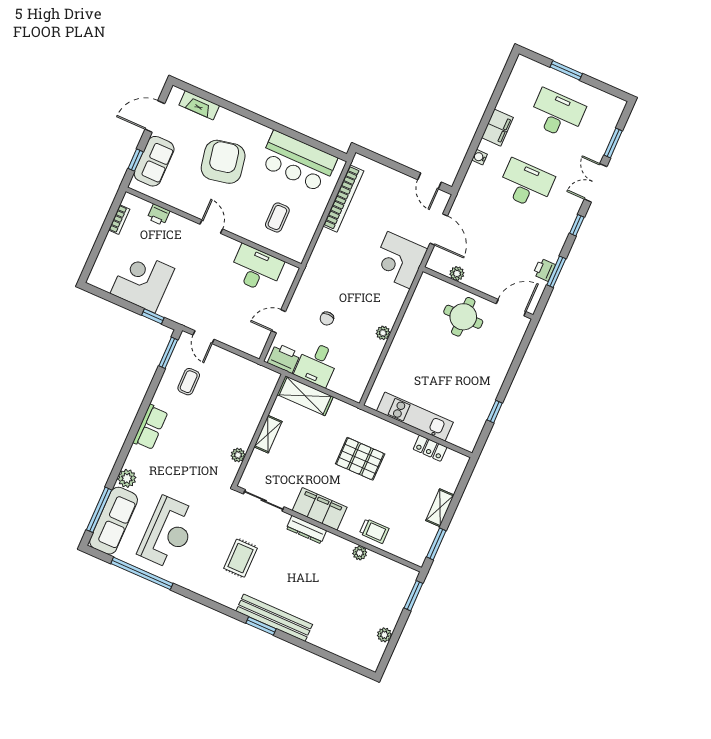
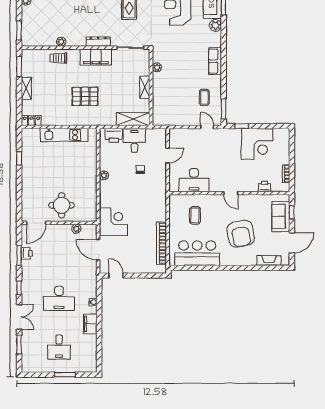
desk: (557, 114) -> (59, 347), width x0.73
printer: (284, 358) -> (114, 135), moved
locker: (430, 448) -> (31, 121), moved

